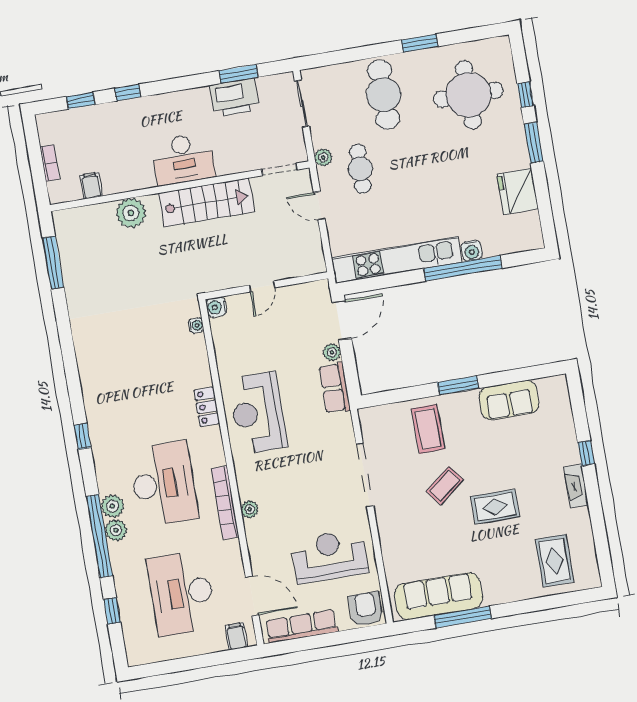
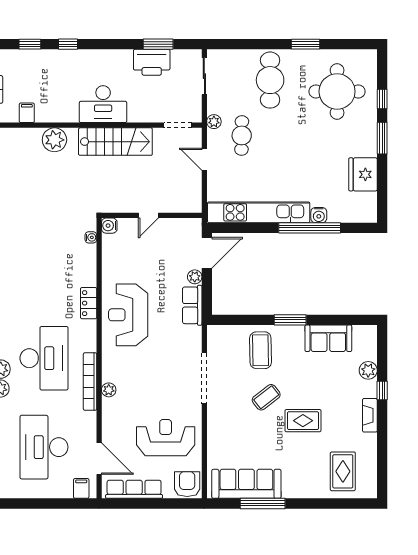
plant: (565, 431) -> (368, 370), added

